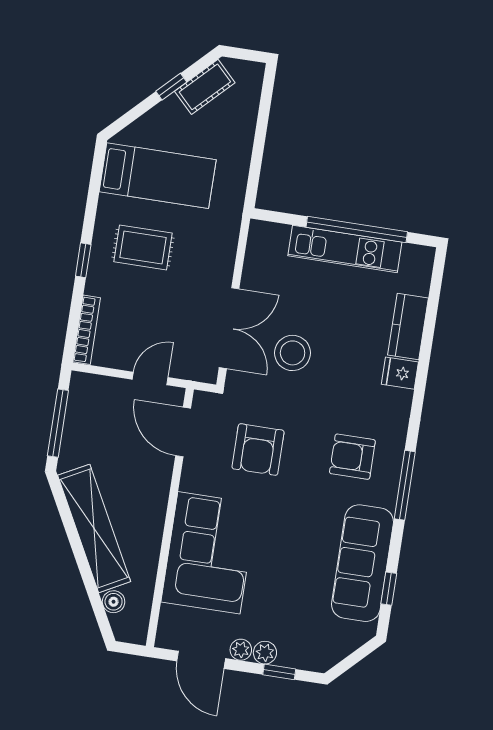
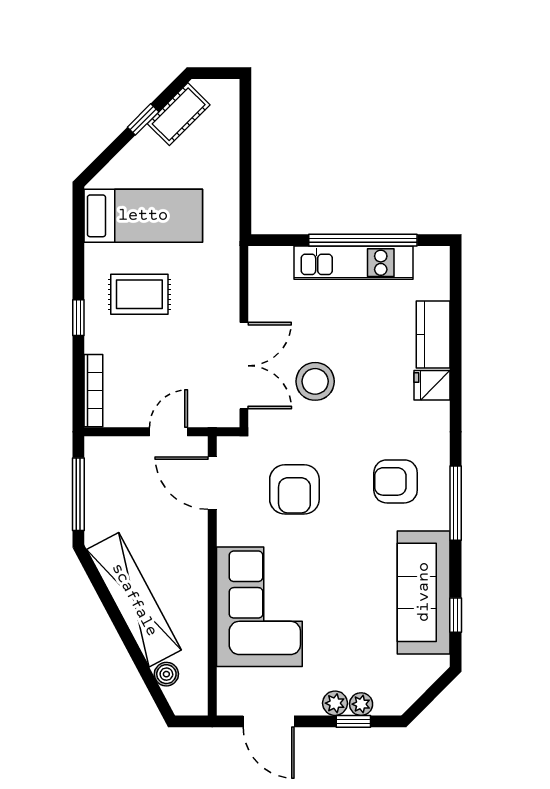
plant: (241, 650) -> (361, 704), moved

